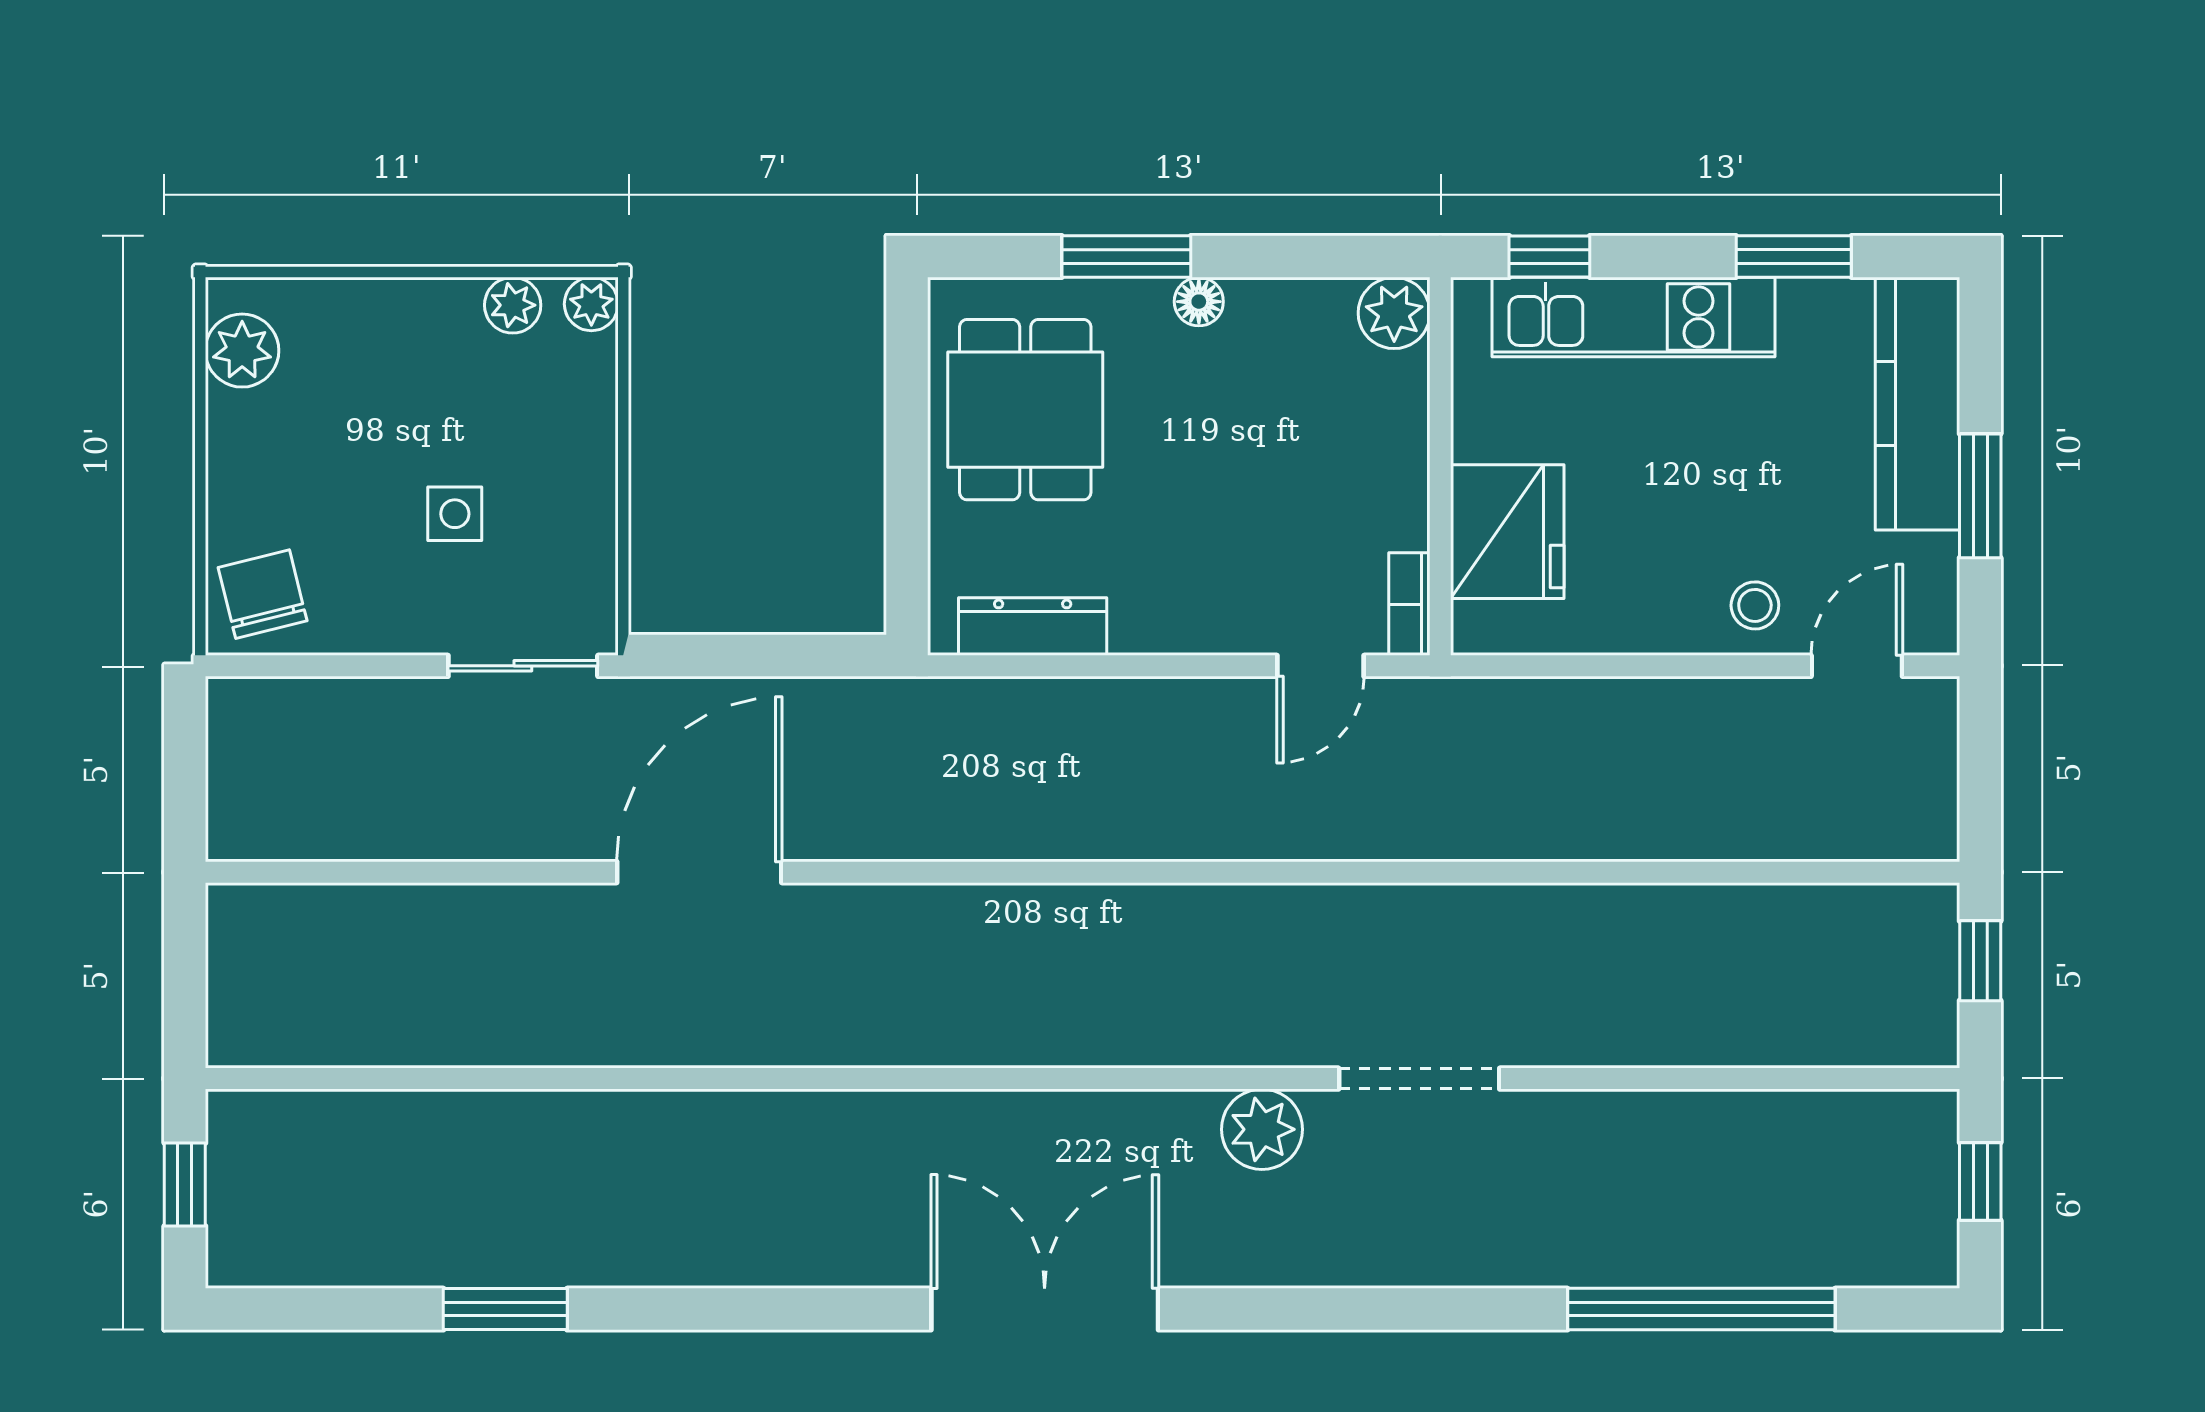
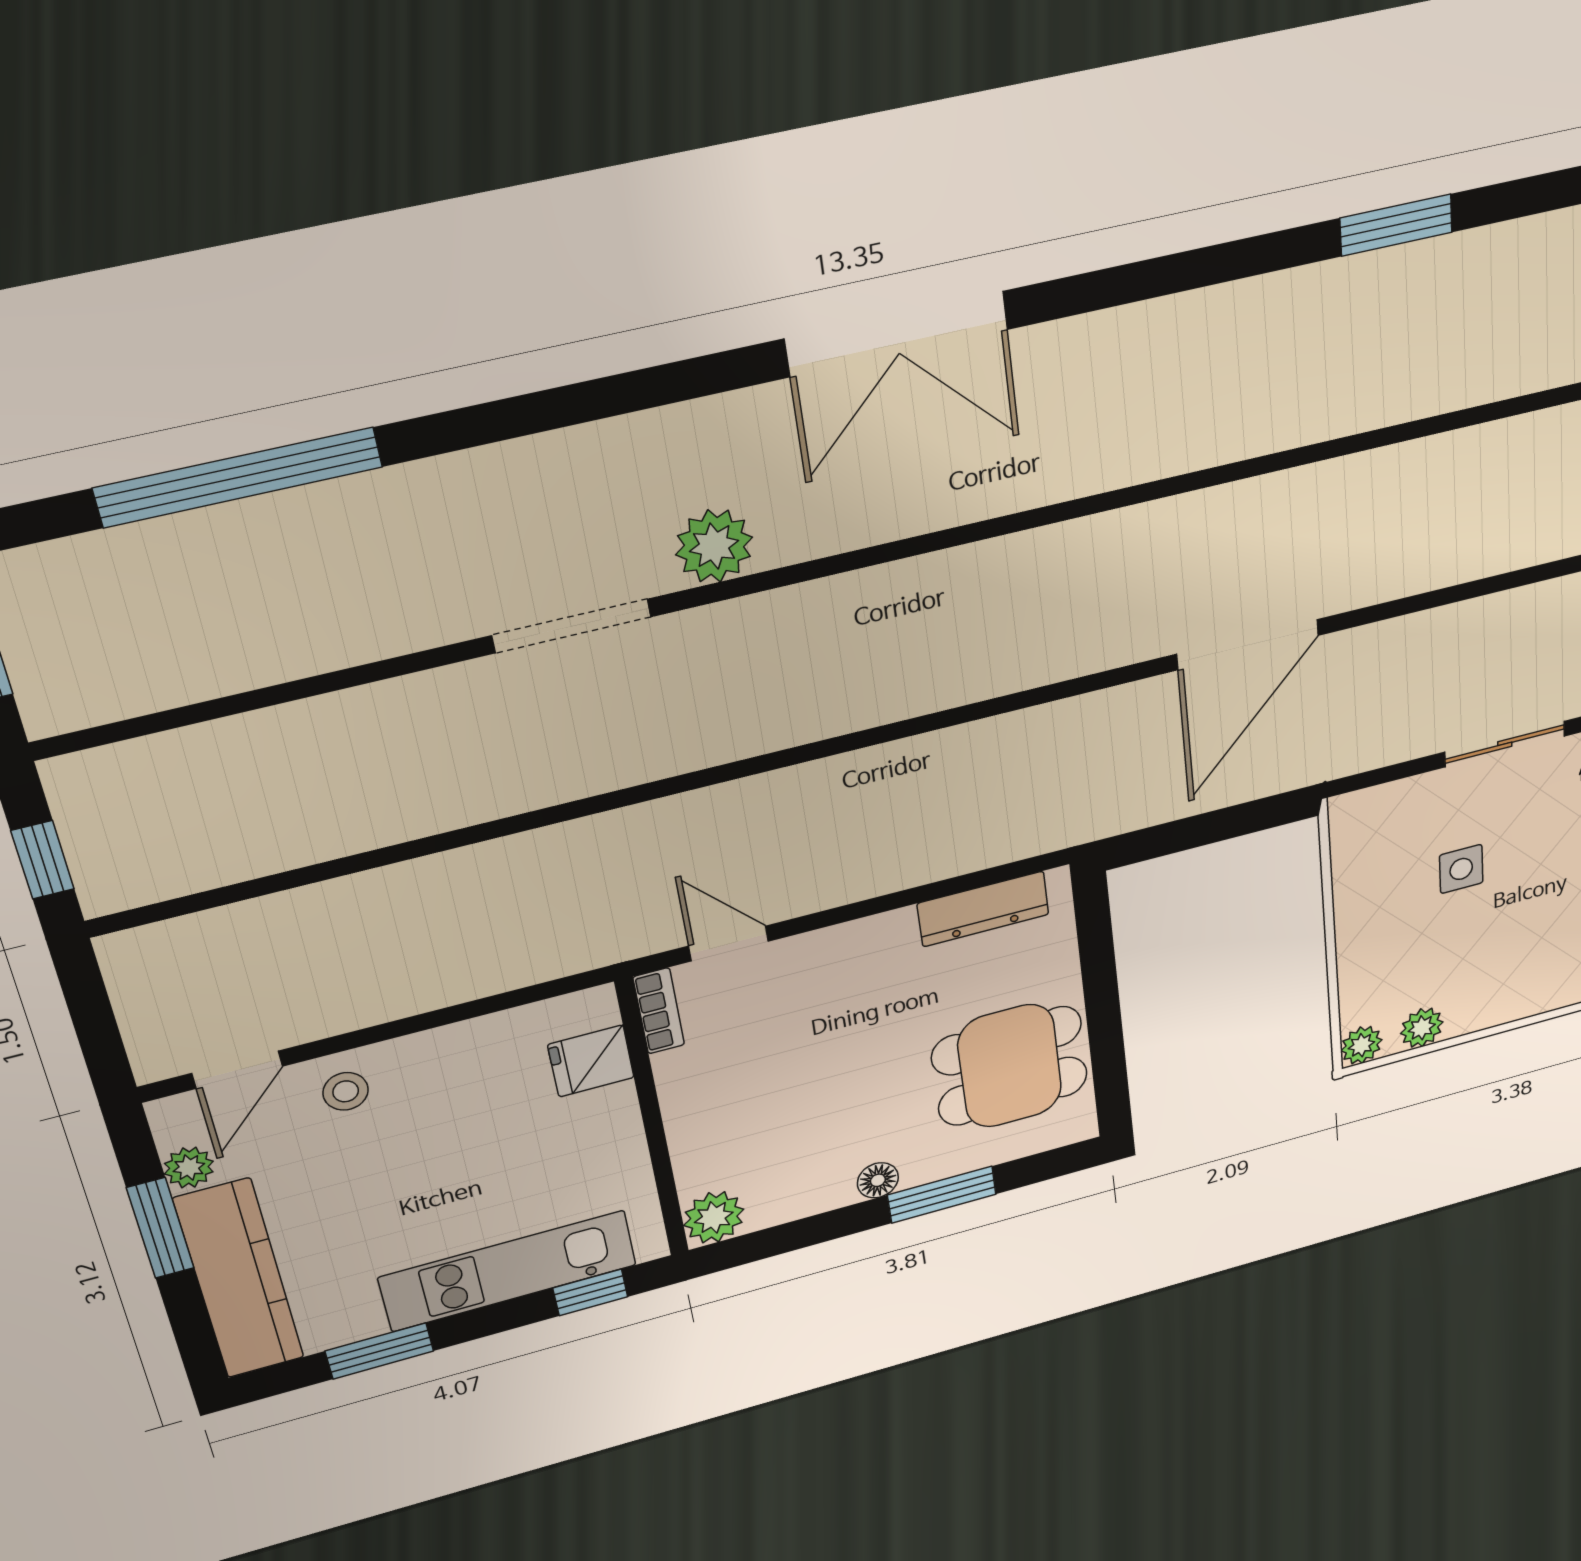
dining table: (1025, 410) -> (1010, 1066), turned 90
fridge: (1507, 532) -> (591, 1061), width x0.53, depth x0.75
plant: (1933, 562) -> (189, 1168), added
sliding door: (523, 666) -> (1505, 744), moved
door: (1321, 666) -> (728, 944), hinge flipped

